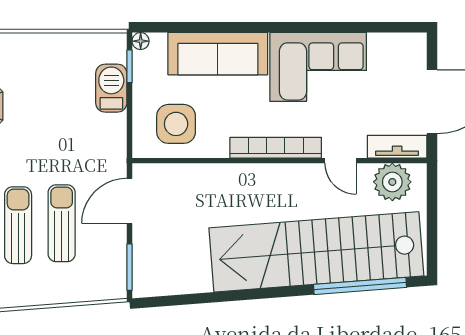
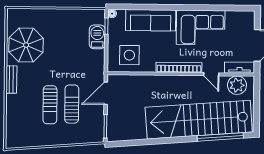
sun lounger: (18, 225) -> (50, 105), turned 180

